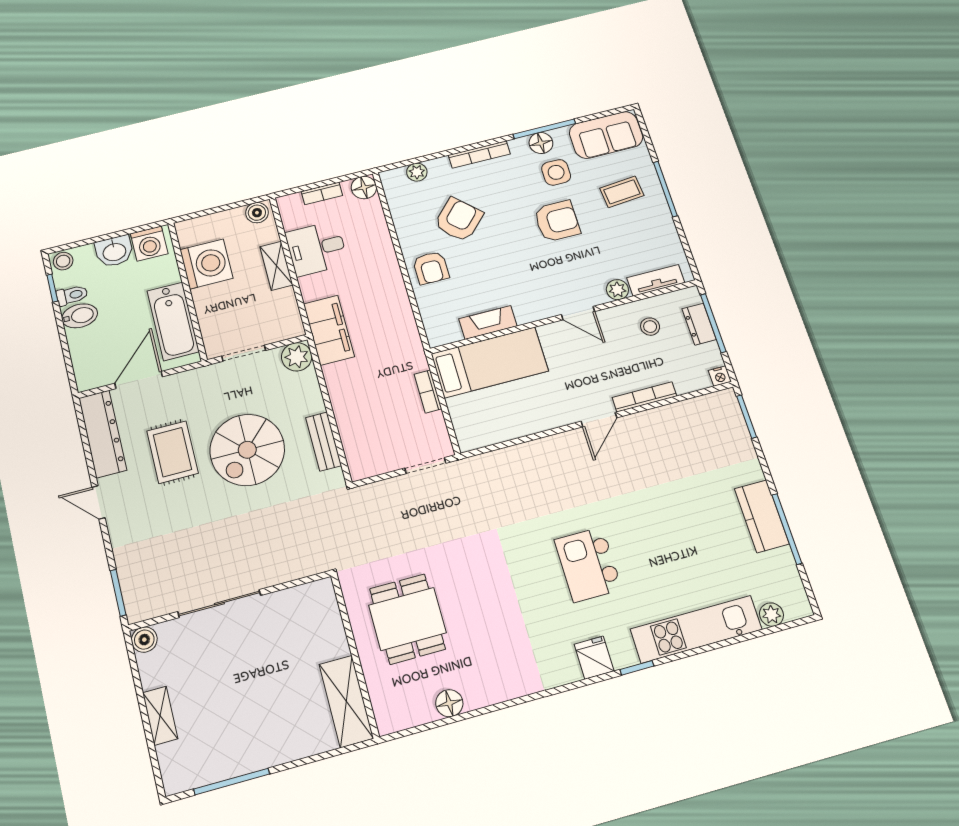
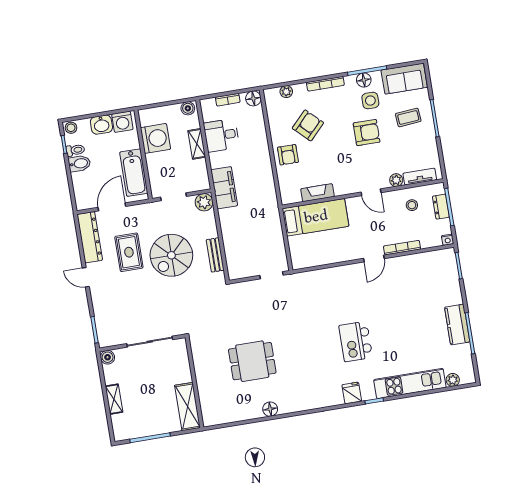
bookcase: (428, 391) -> (278, 231), removed
dining table: (407, 619) -> (252, 361), turned 90
wall: (355, 655) -> (194, 382), moved
shelving: (346, 701) -> (187, 407), moved

